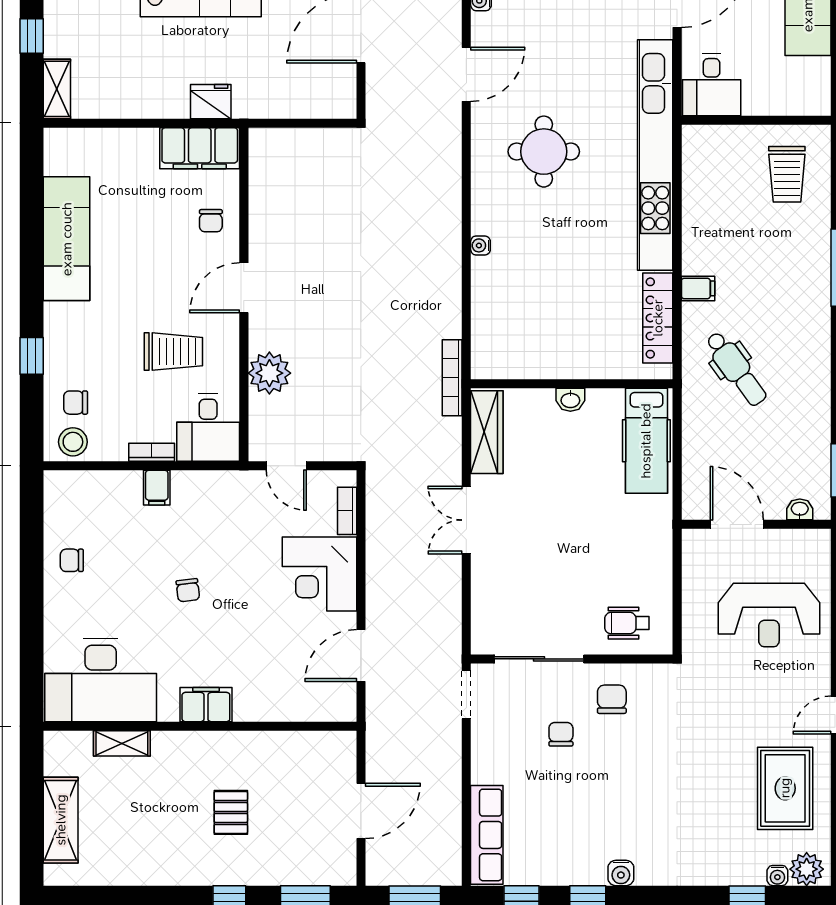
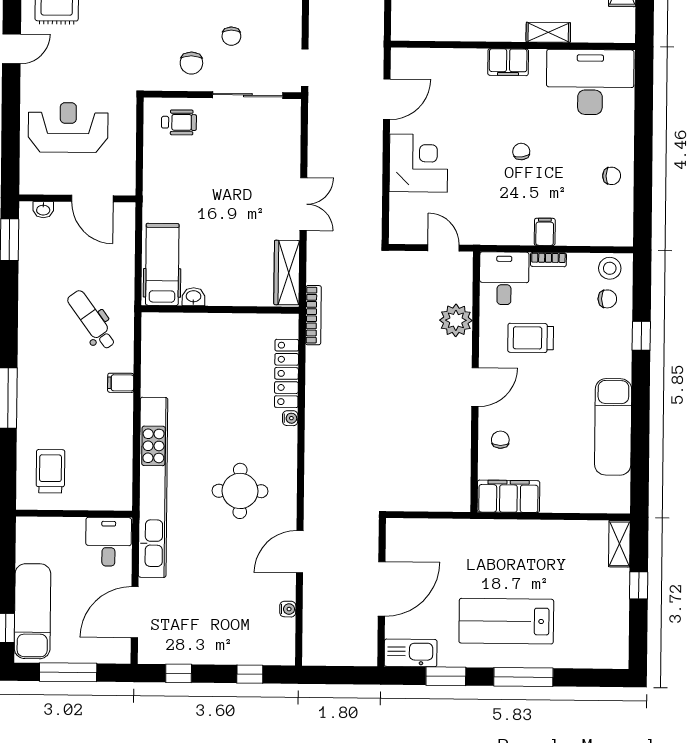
fridge: (211, 102) -> (499, 533), removed
locker: (658, 318) -> (287, 373), moved, turned 180
washbasin: (570, 400) -> (193, 297), moved
bookcase: (347, 511) -> (396, 212), removed
shelving: (122, 743) -> (548, 32), moved

